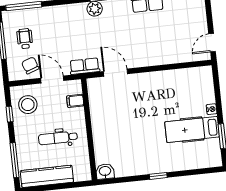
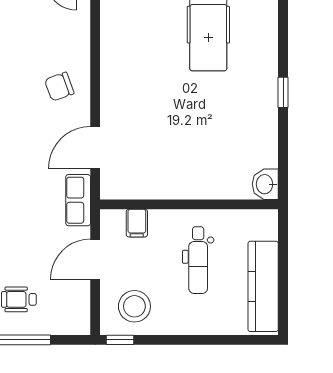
chair: (30, 65) -> (59, 87), moved
window: (10, 114) -> (120, 340), moved
window: (15, 160) -> (229, 340), removed

